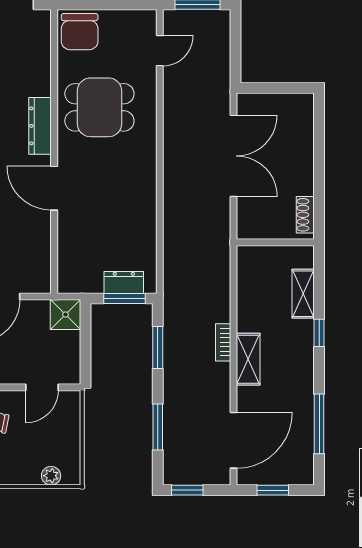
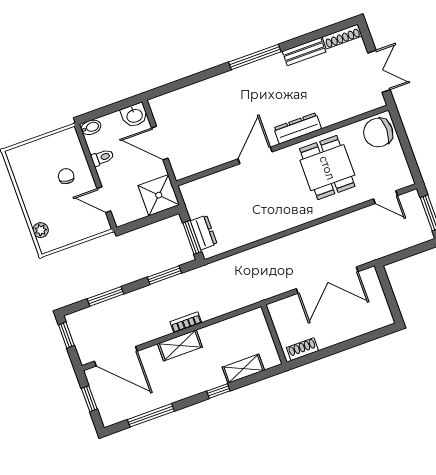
shower: (66, 315) -> (159, 195), width x1.36, depth x1.36

